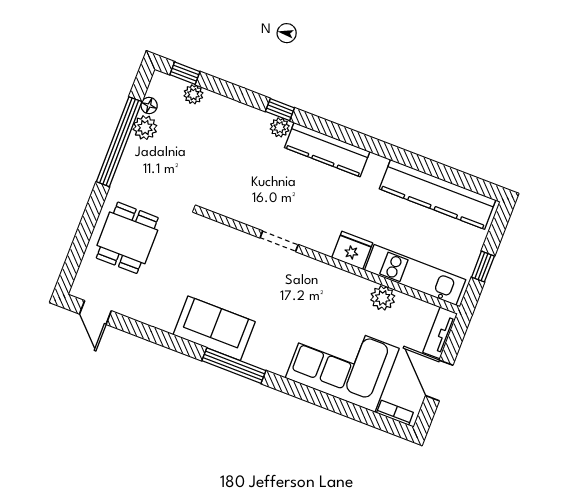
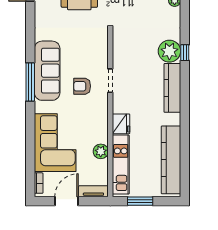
plant: (280, 127) -> (169, 51), width x1.87, depth x1.87
window: (483, 267) -> (140, 201), width x1.50
armchair: (271, 288) -> (82, 86), added
sofa: (214, 328) -> (47, 71), width x1.36

